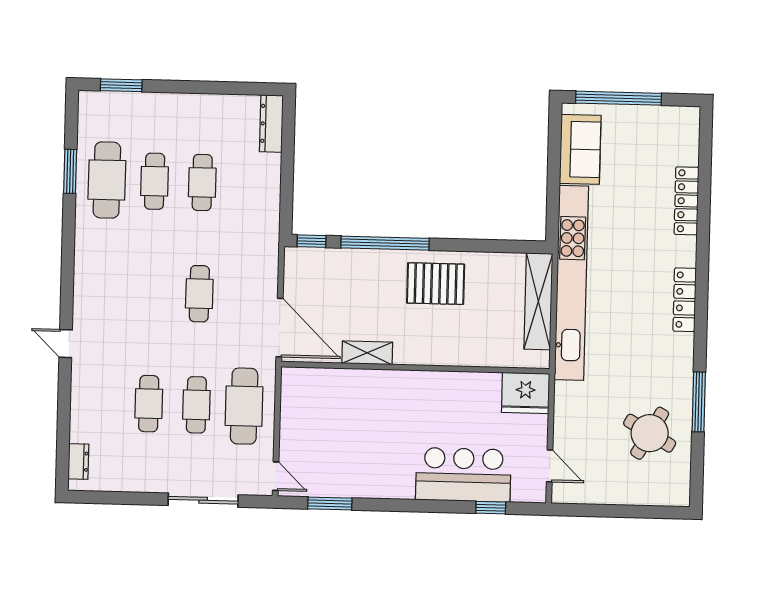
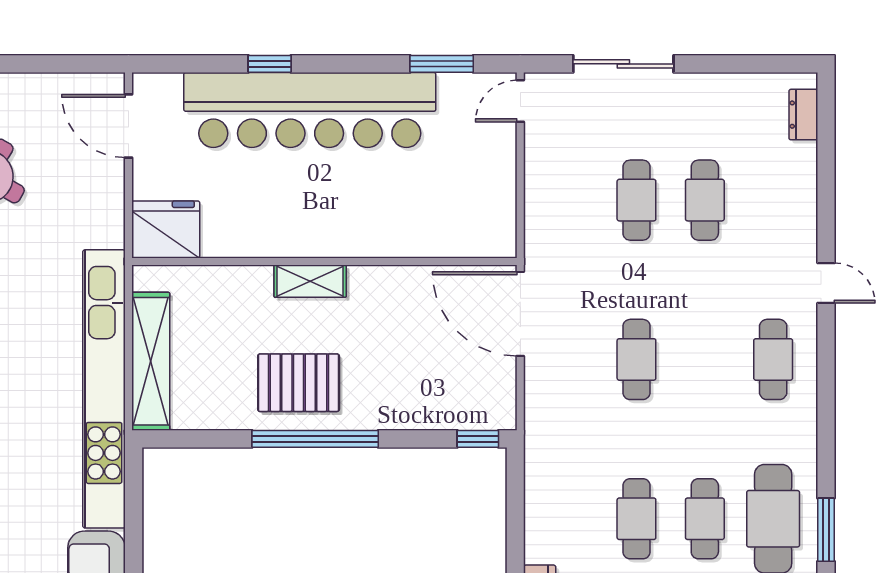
window: (385, 243) -> (315, 439), moved
shelving: (367, 353) -> (310, 281), moved
cafe table: (244, 406) -> (773, 359), moved, width x0.73, depth x0.74
door: (550, 466) -> (128, 126), width x1.38
bar counter: (463, 475) -> (310, 110), width x1.86
door: (276, 476) -> (520, 101), hinge flipped
window: (491, 508) -> (270, 64), moved

